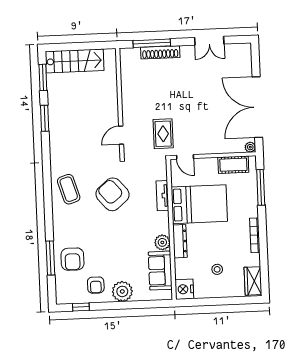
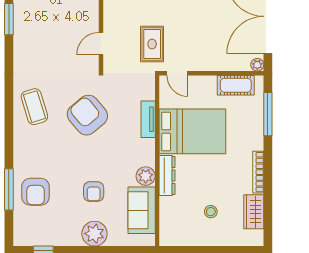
wardrobe: (253, 281) -> (254, 212), moved
armchair: (96, 285) -> (94, 192), moved
nightstand: (184, 289) -> (170, 234), removed

